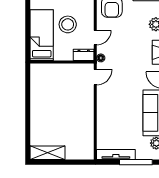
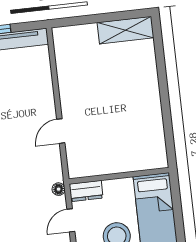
door: (95, 77) -> (61, 131), moved

